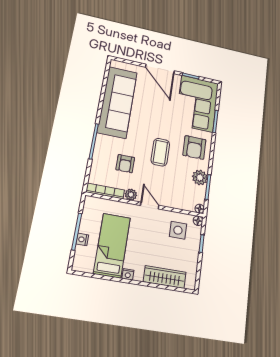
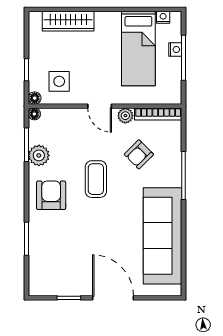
corner sofa: (197, 104) -> (55, 259), removed
armchair: (125, 164) -> (139, 154), turned -135
nightstand: (128, 274) -> (163, 17), moved

